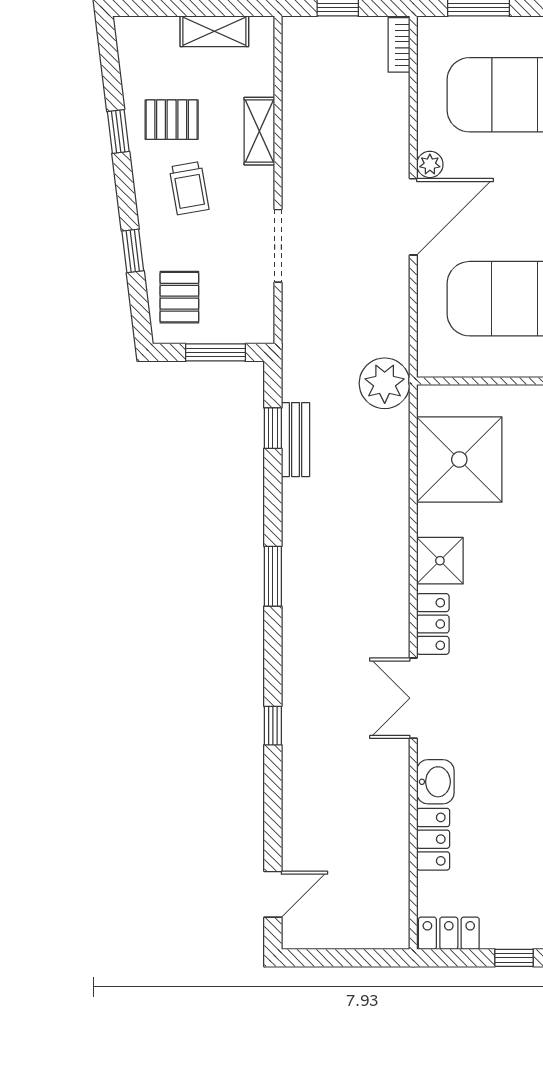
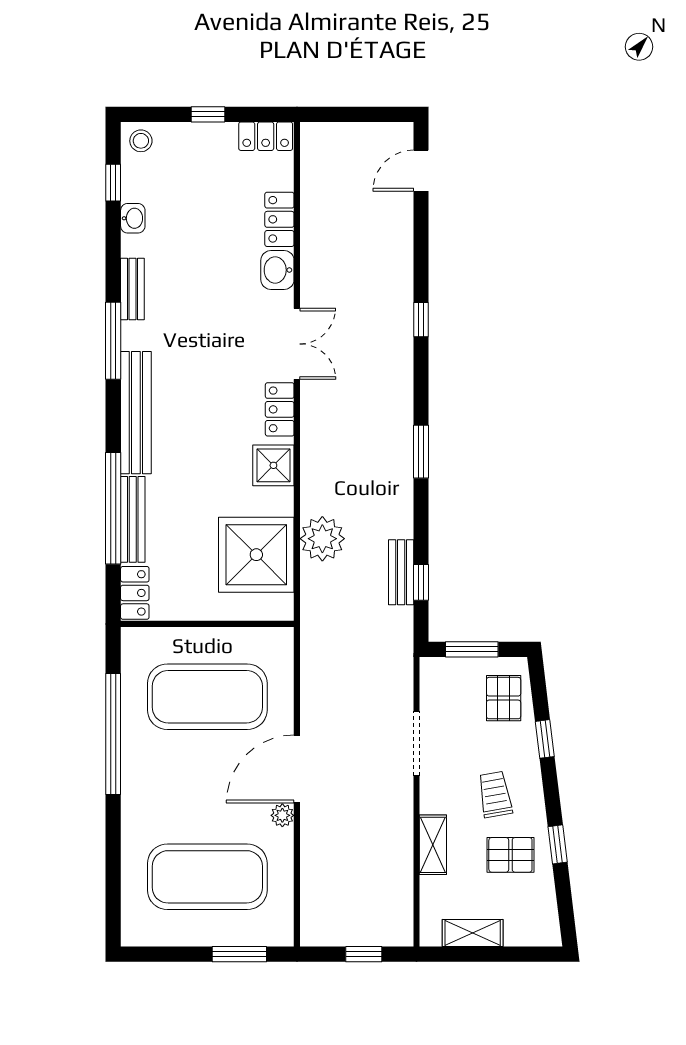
bookcase: (399, 45) -> (310, 921), removed
plant: (385, 383) -> (322, 539), moved

